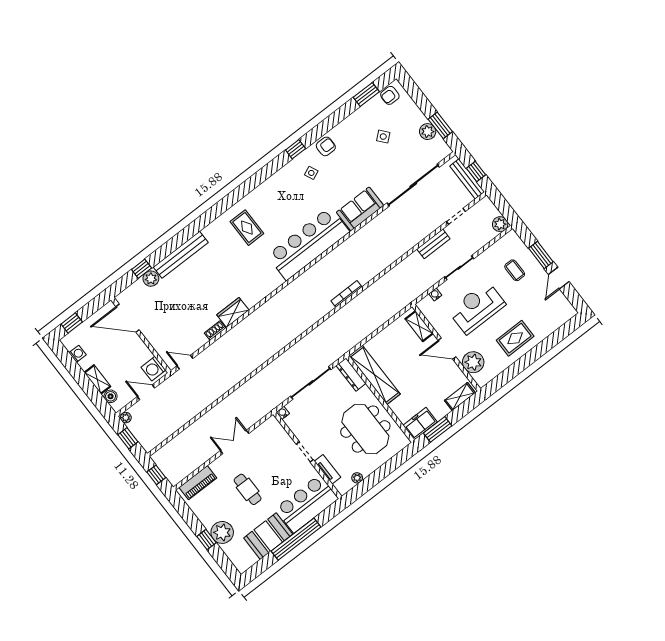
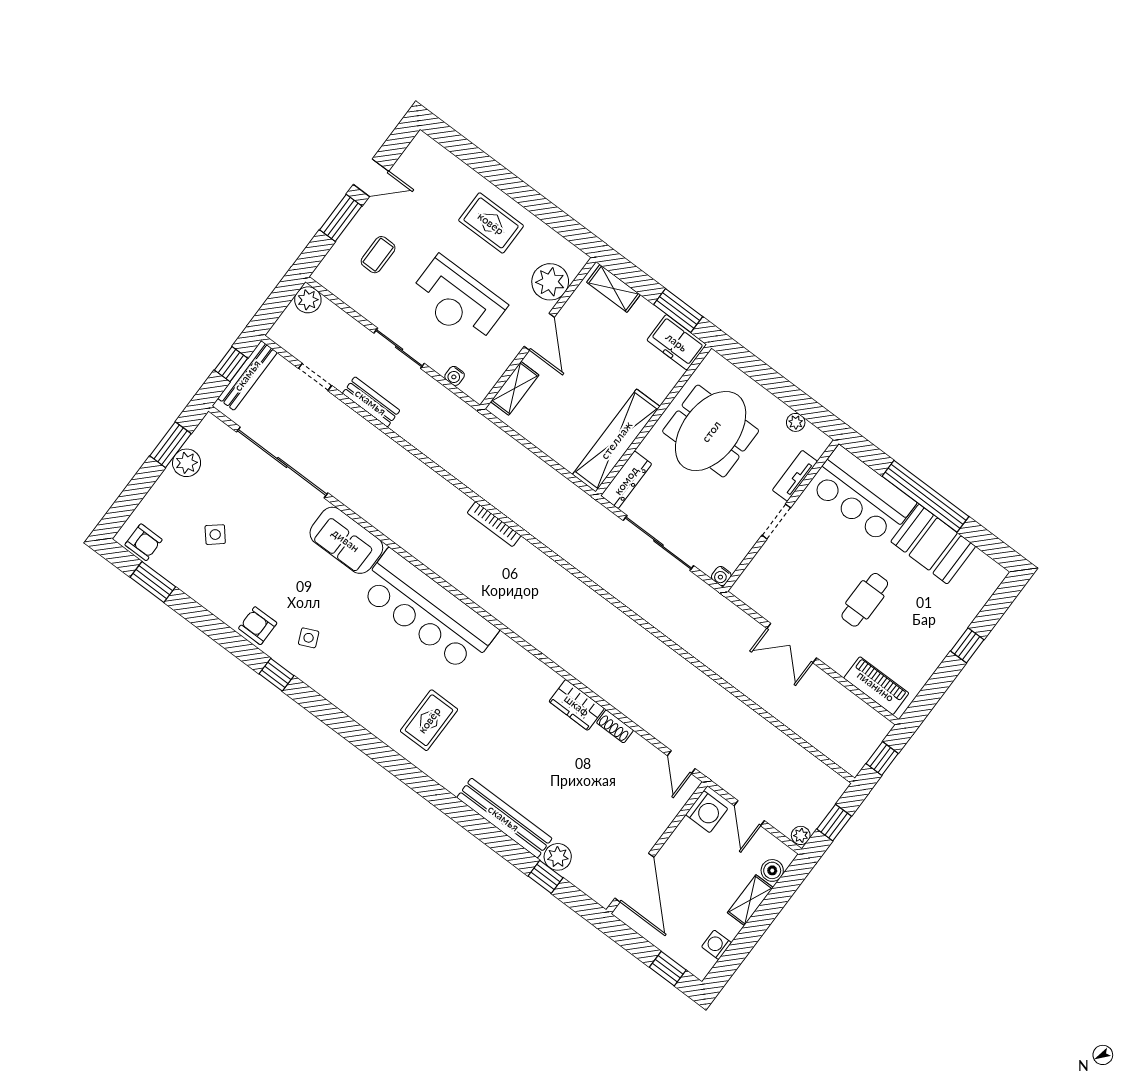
plant: (222, 532) -> (948, 622), removed

